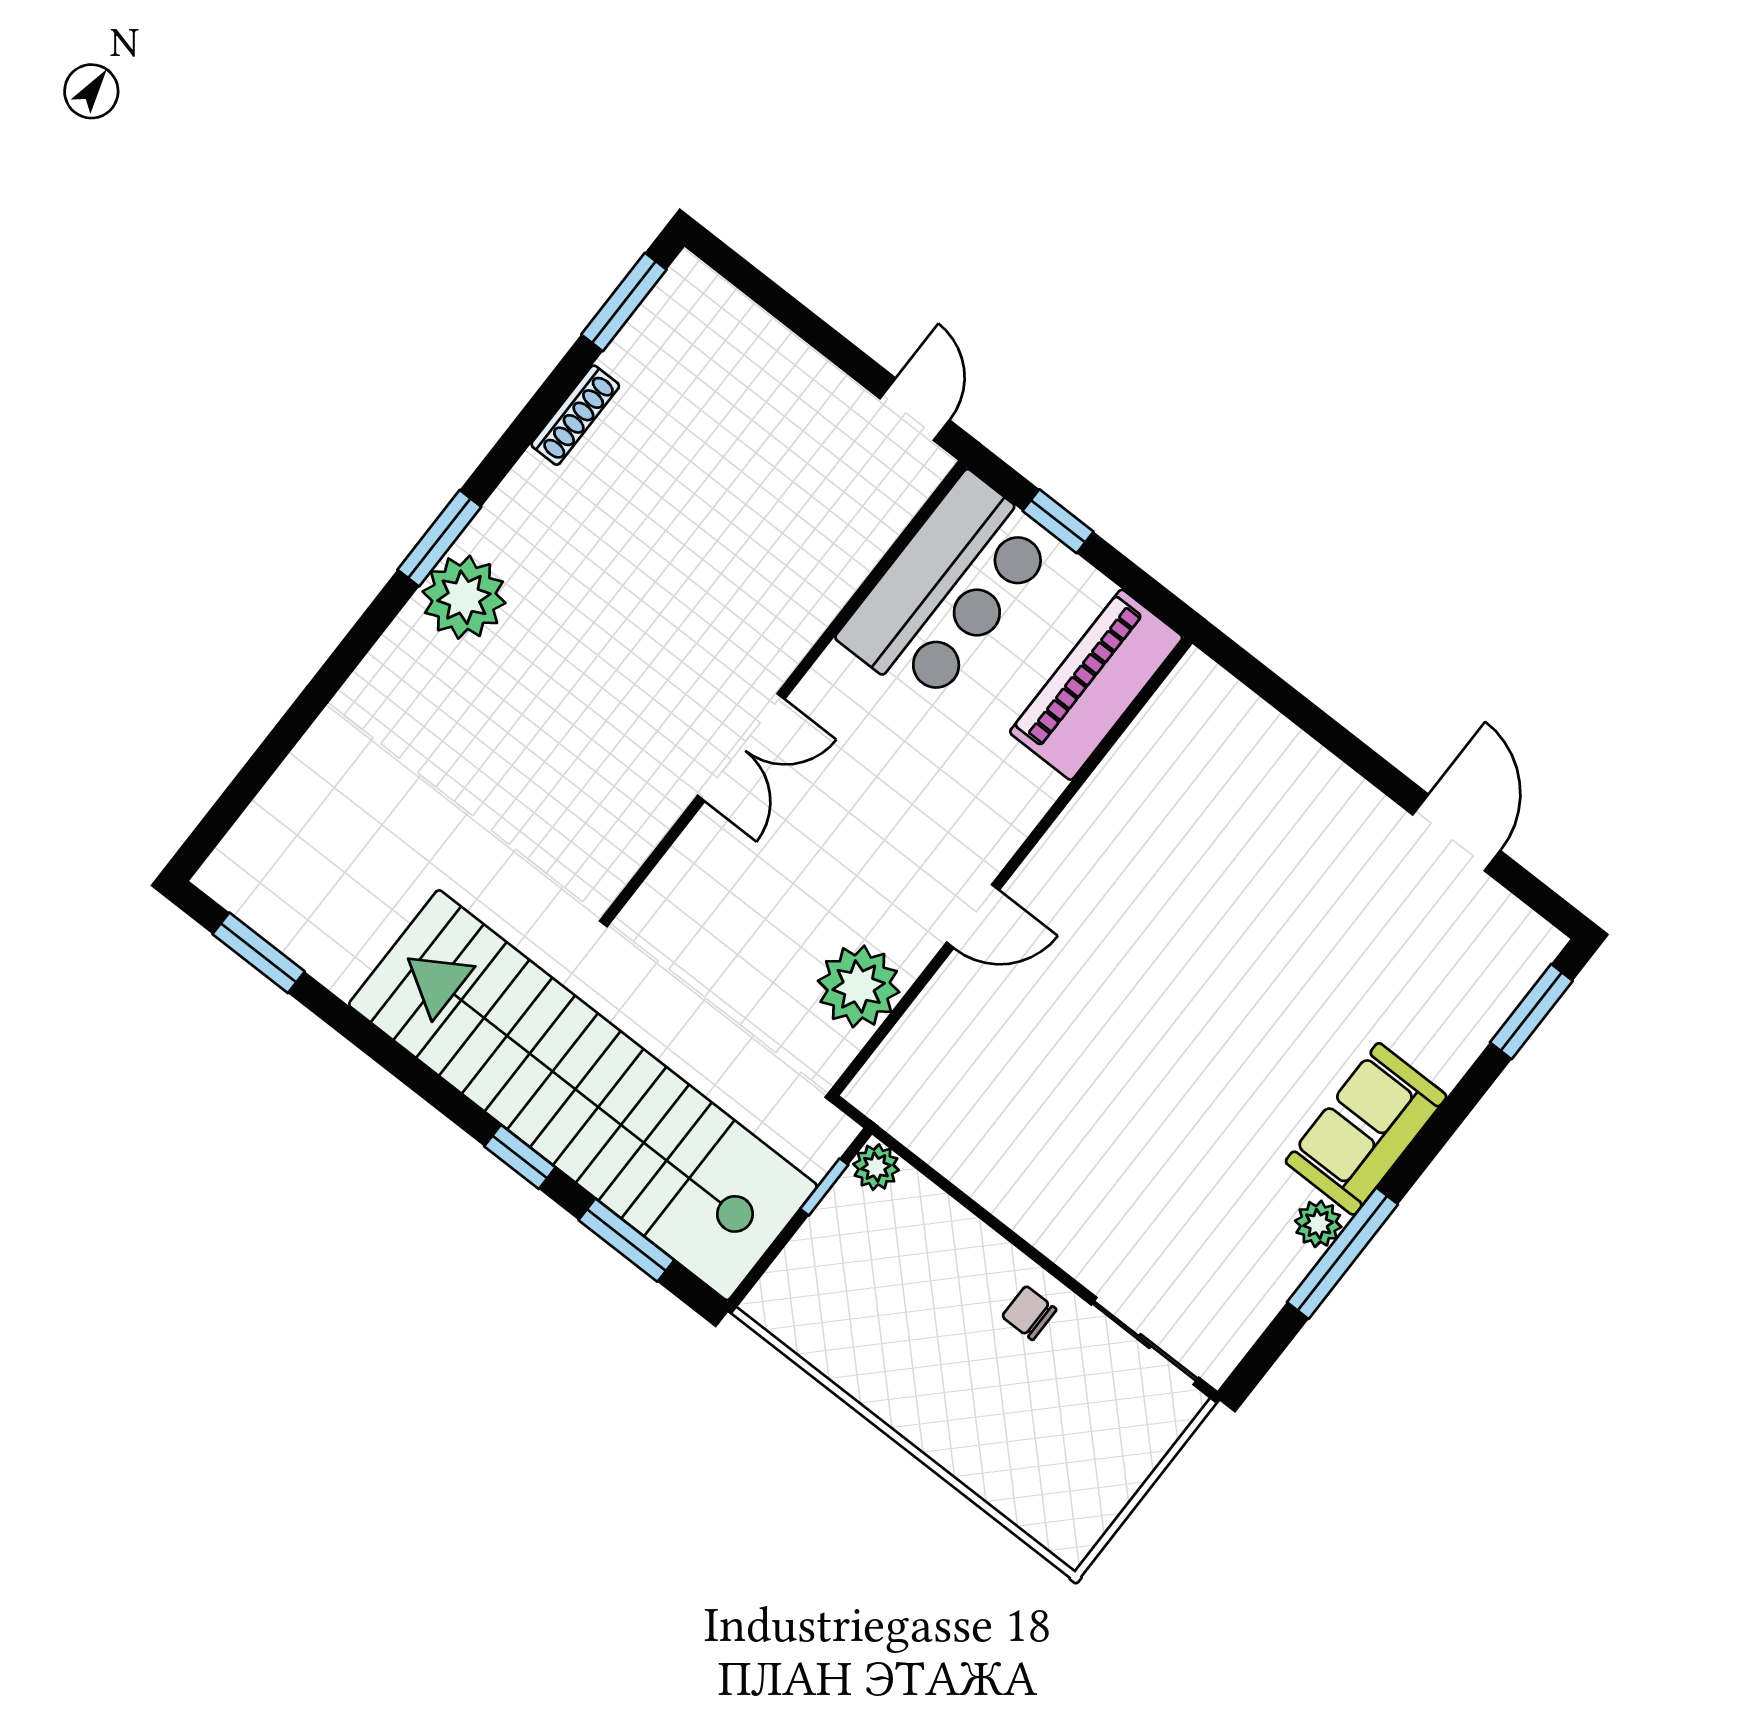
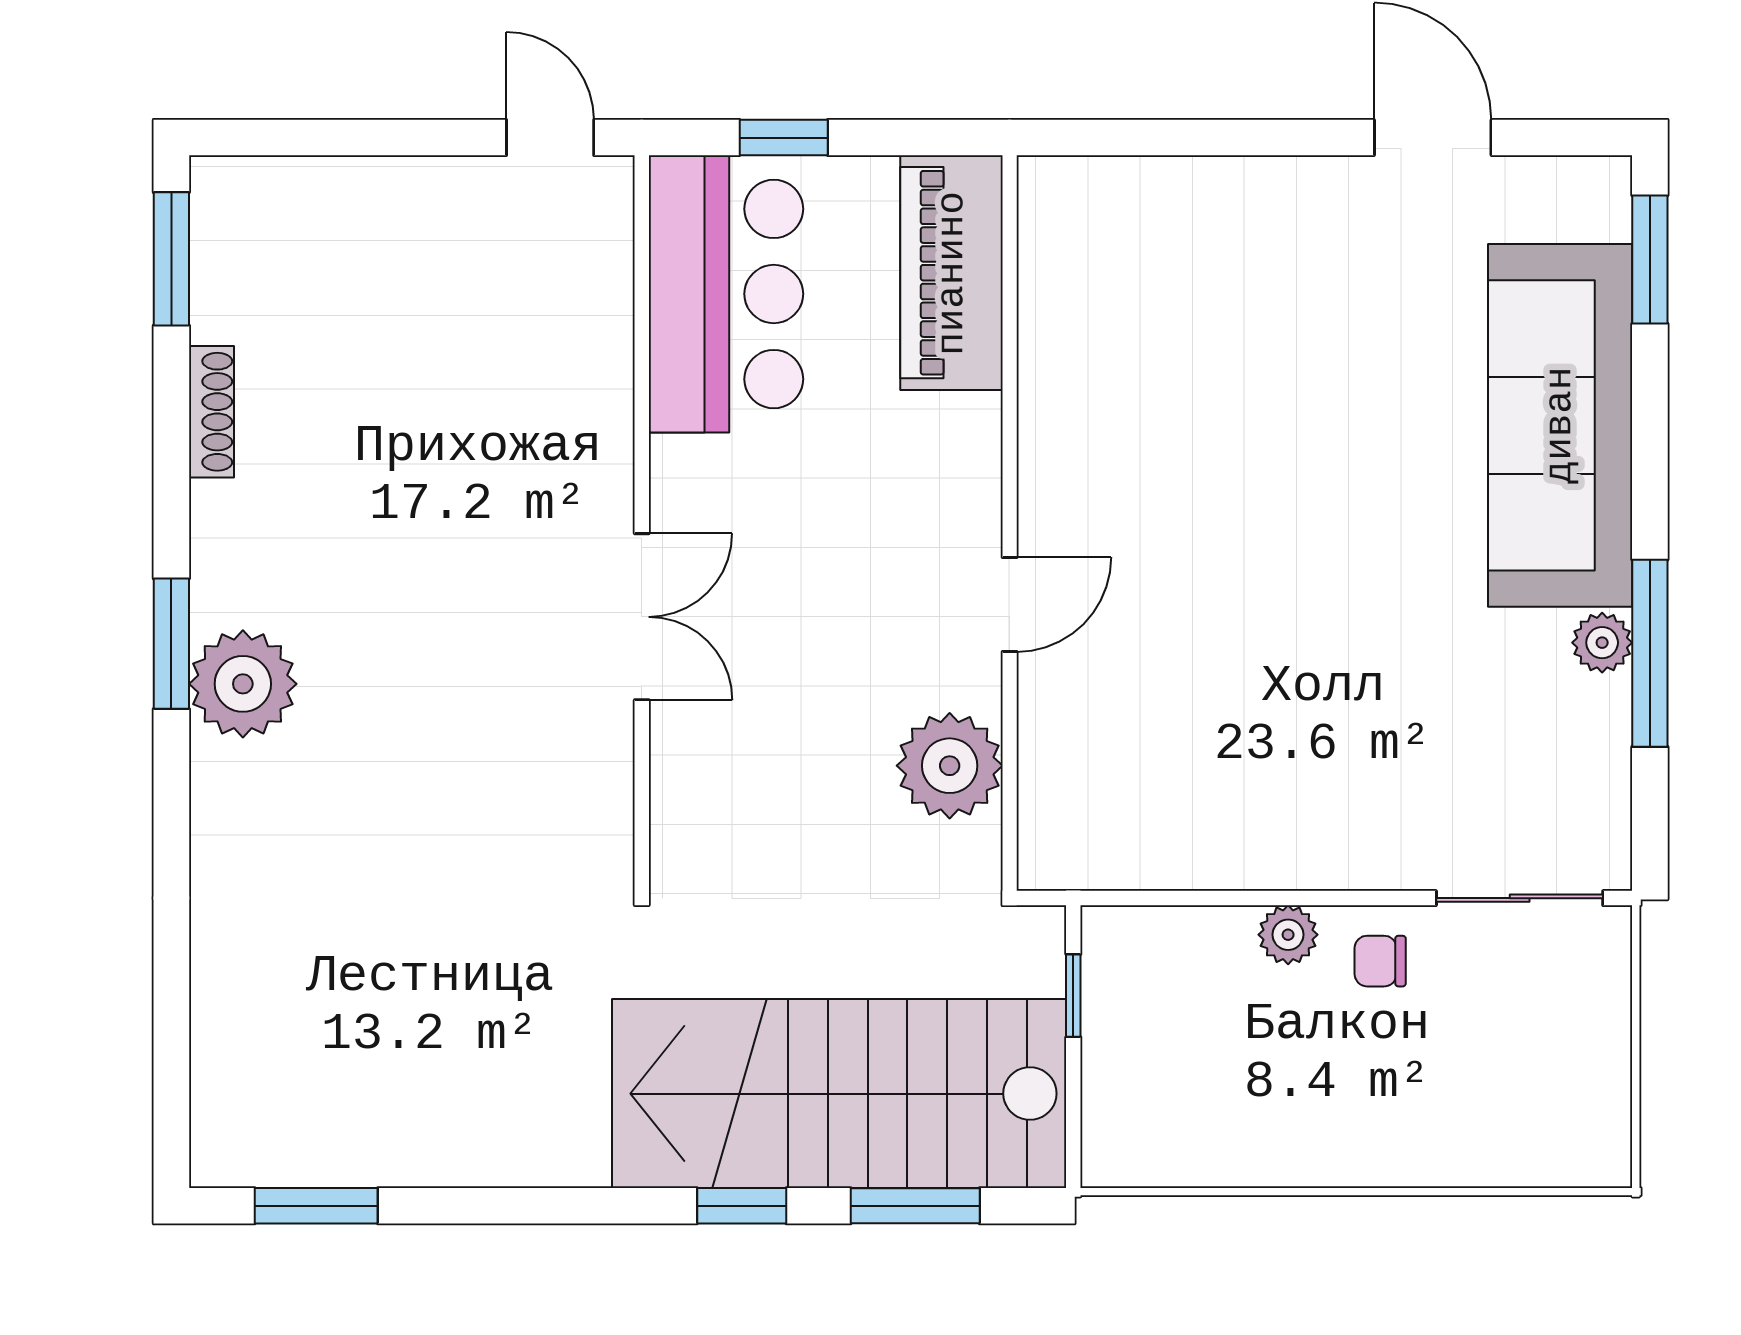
stairs: (583, 1095) -> (839, 1094), width x0.73
sofa: (1366, 1129) -> (1560, 425), width x1.85, depth x1.27
plant: (876, 1167) -> (1288, 935), moved

